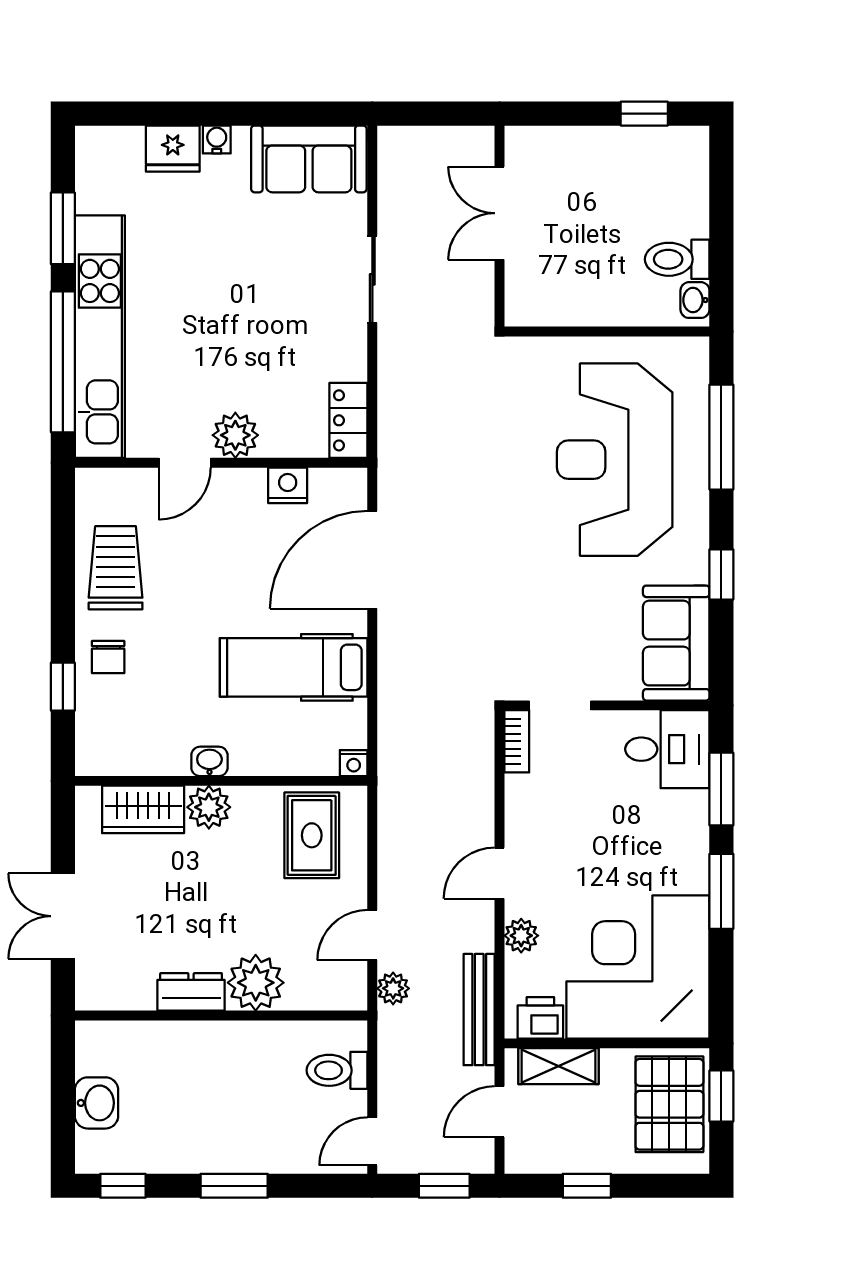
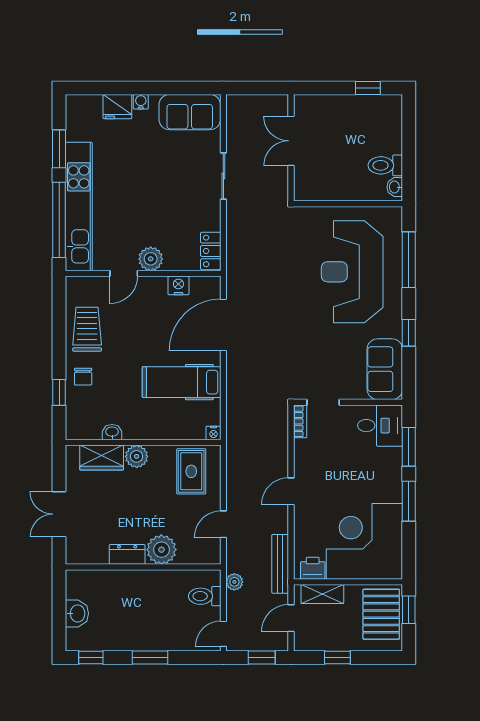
washbasin: (209, 761) -> (112, 432), moved
plant: (521, 936) -> (303, 525), removed
plant: (393, 988) -> (234, 582), moved

